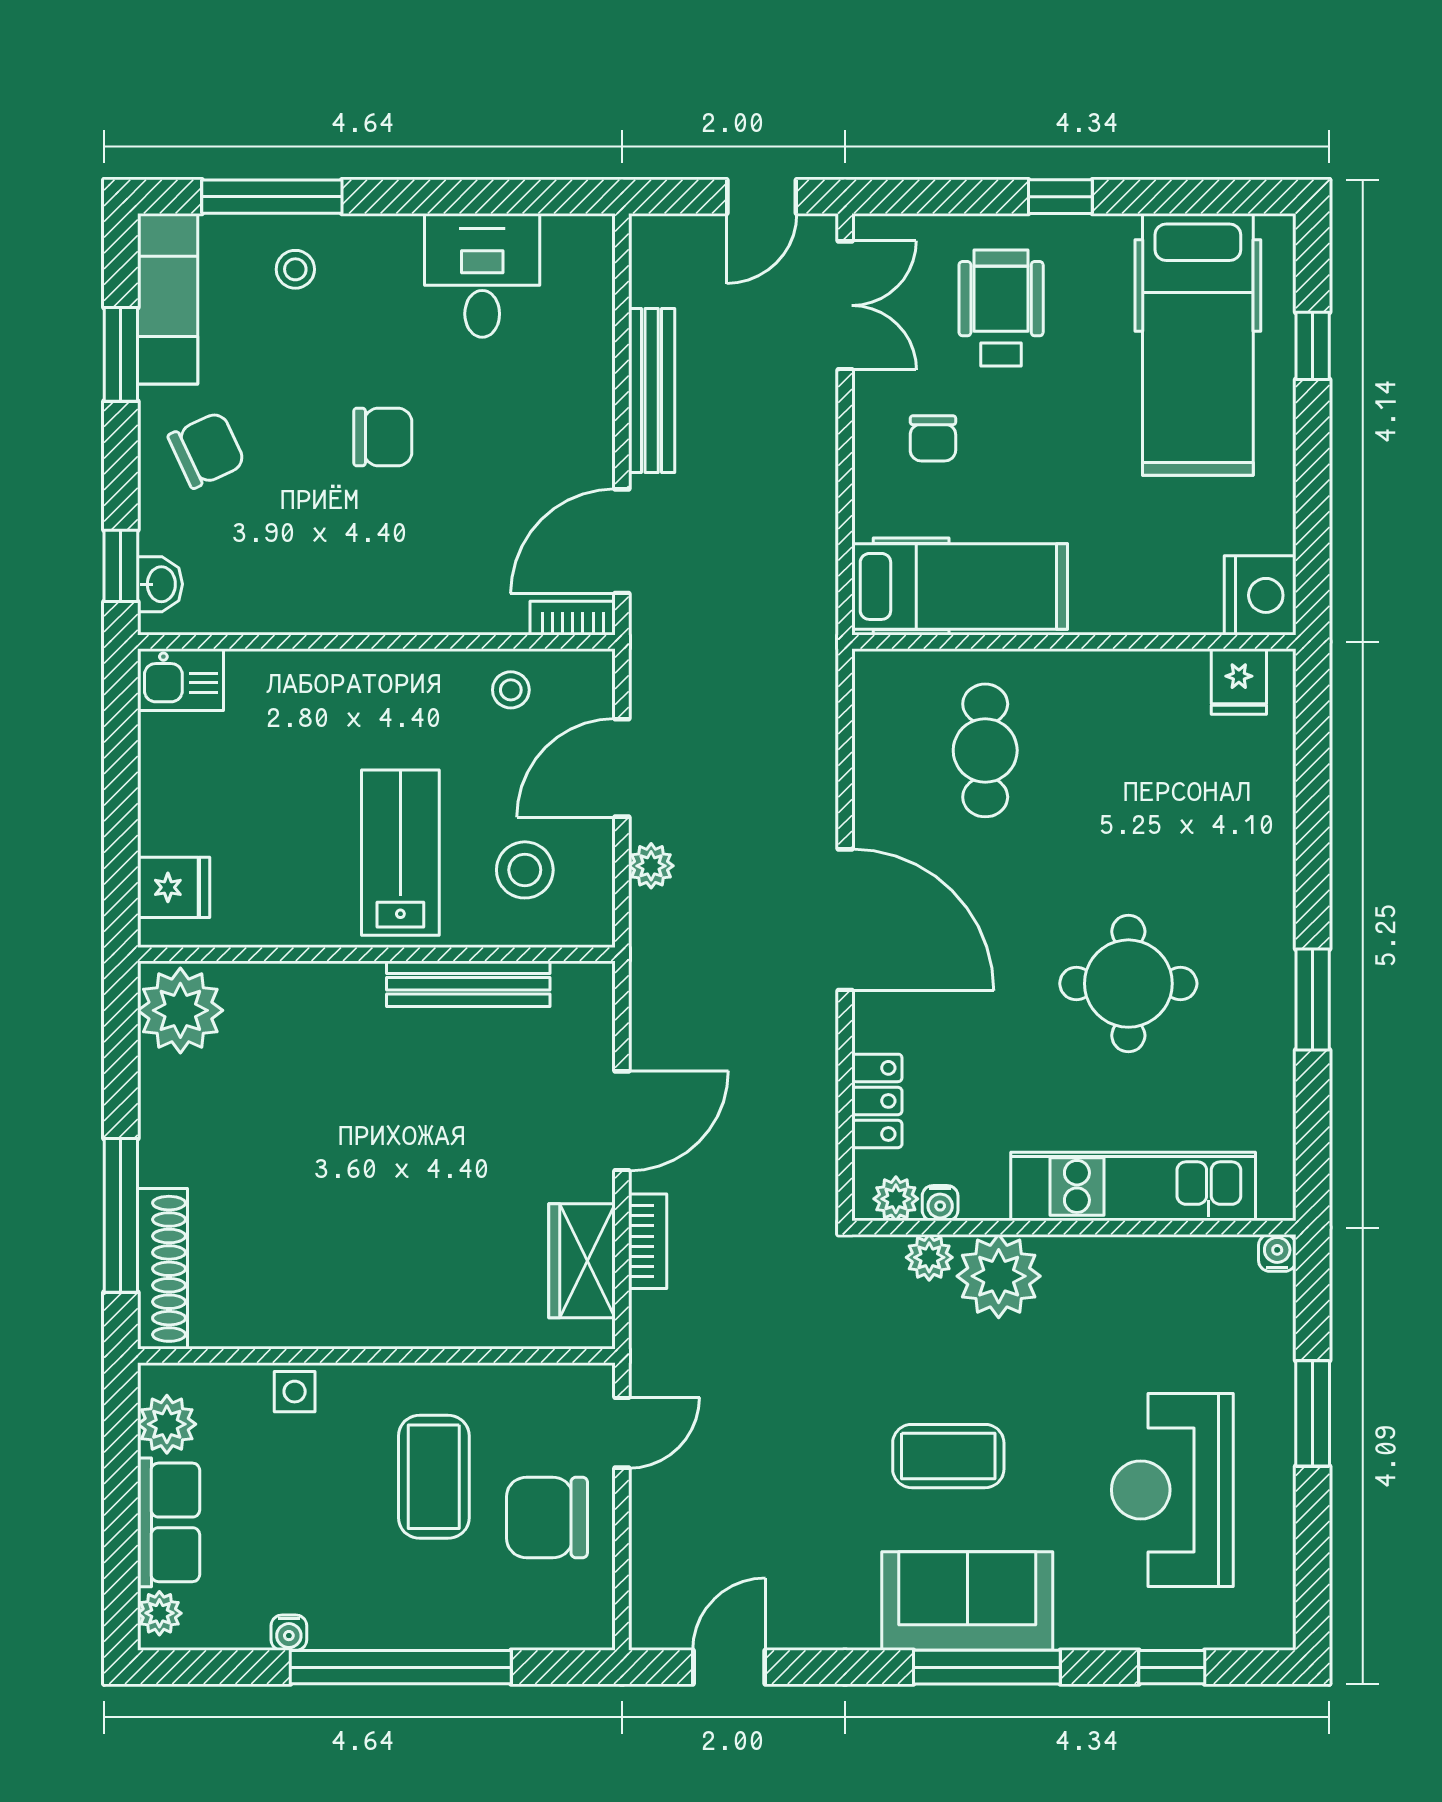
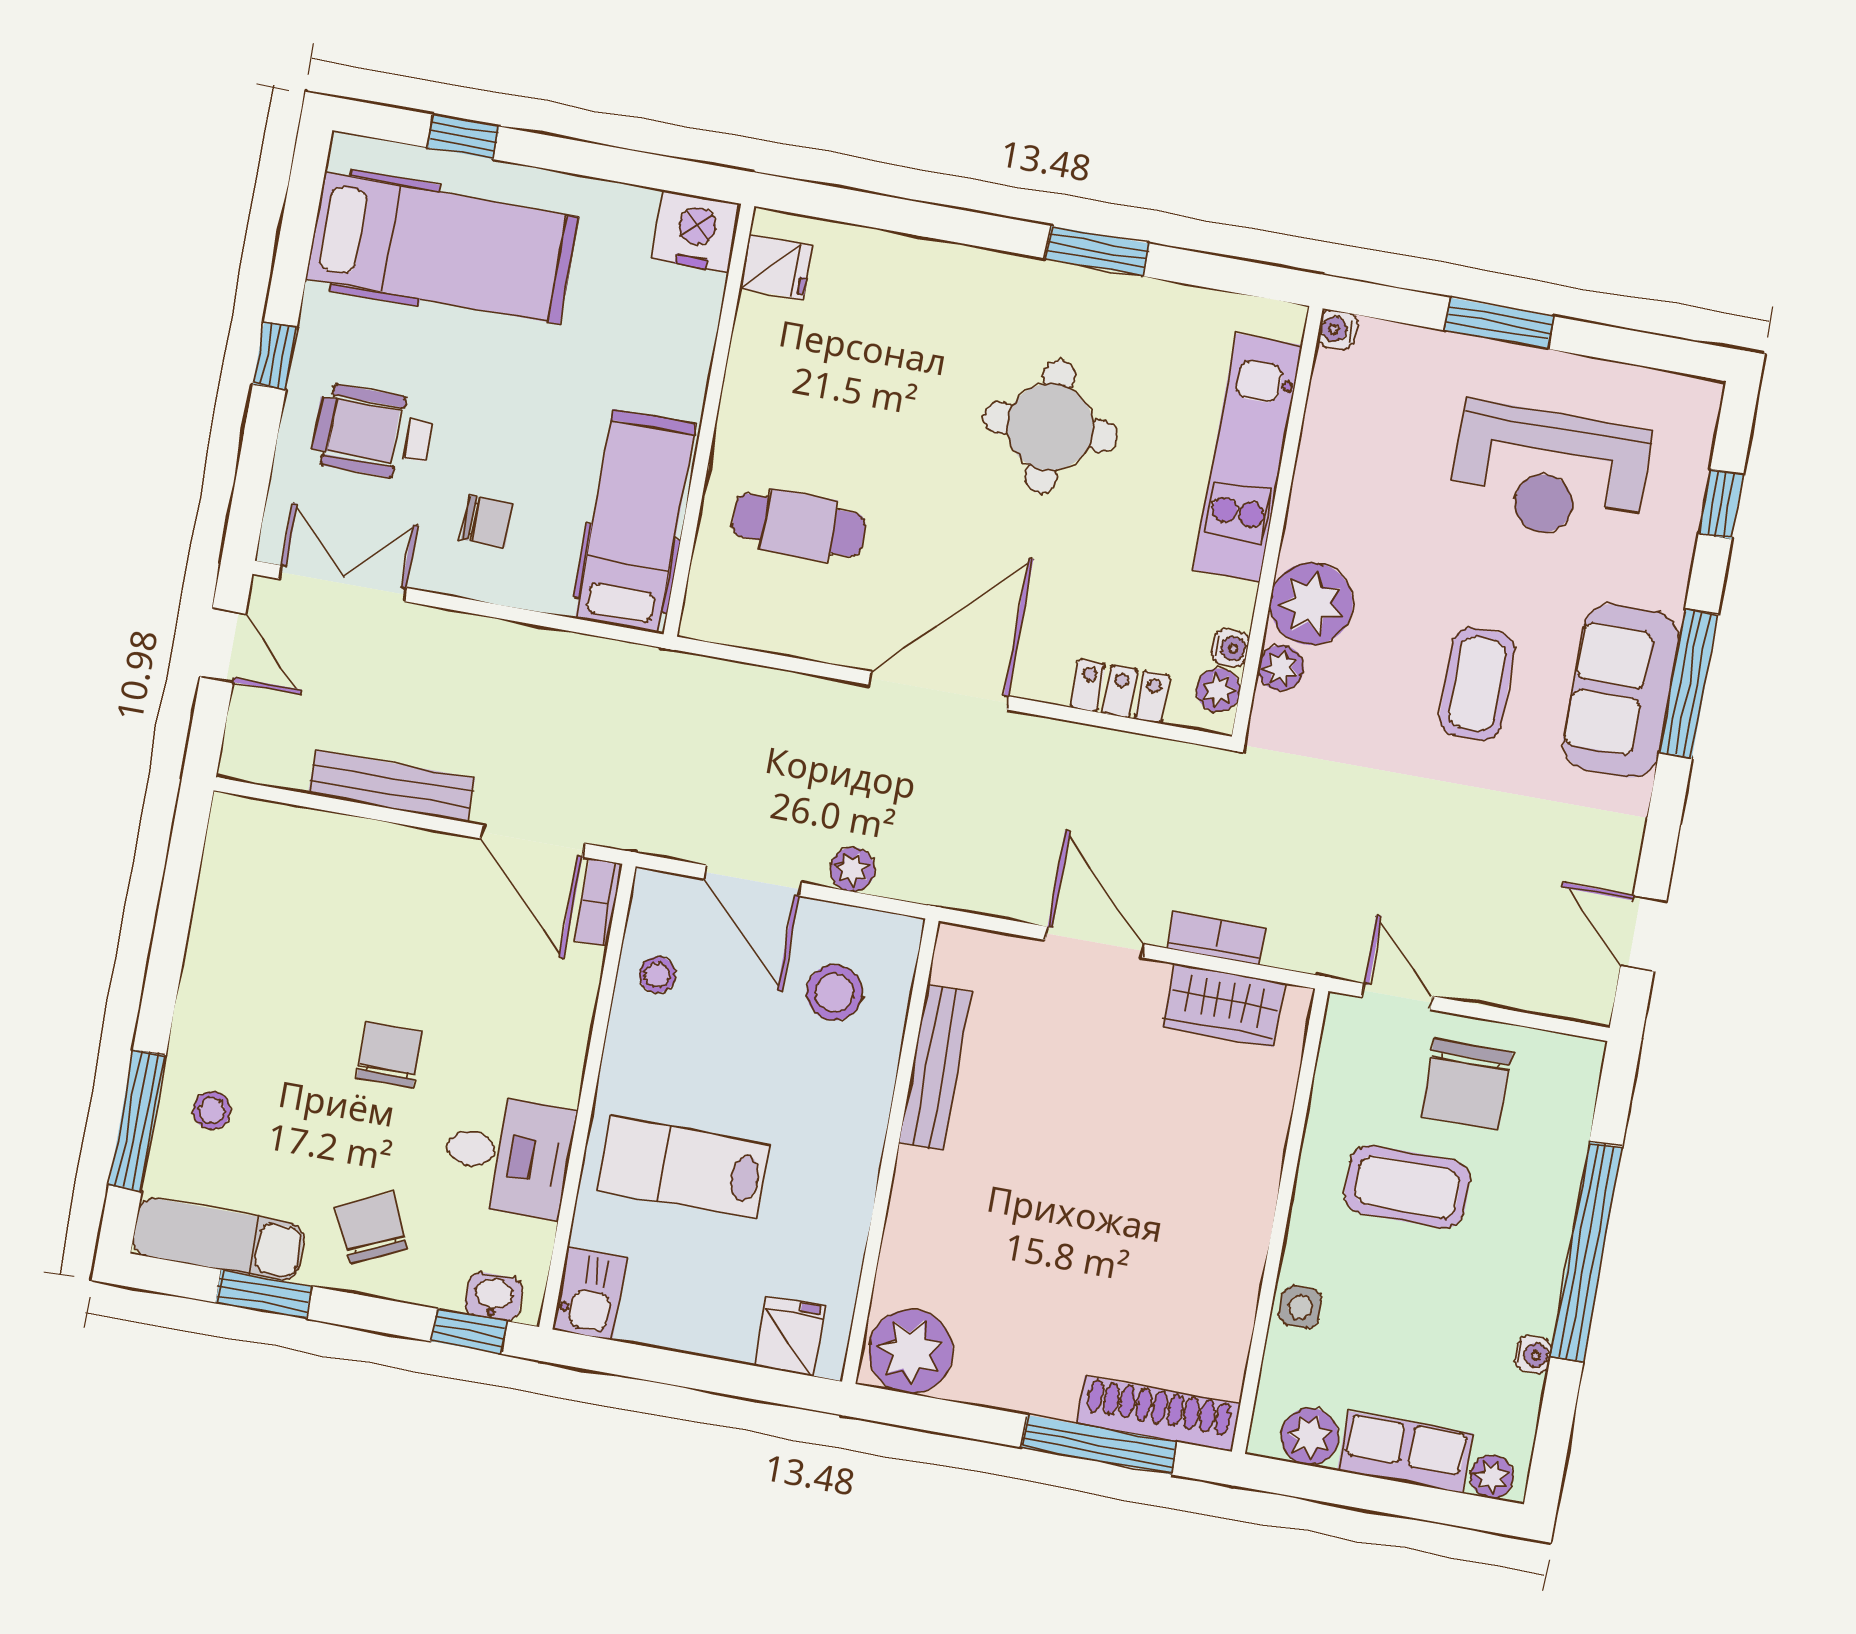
desk: (482, 275) -> (508, 1155), moved, turned 180
lab bench: (400, 853) -> (684, 1167), moved

